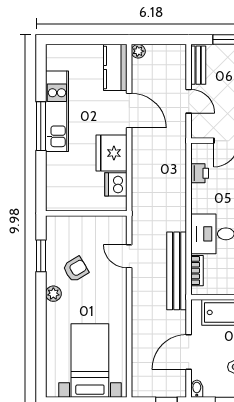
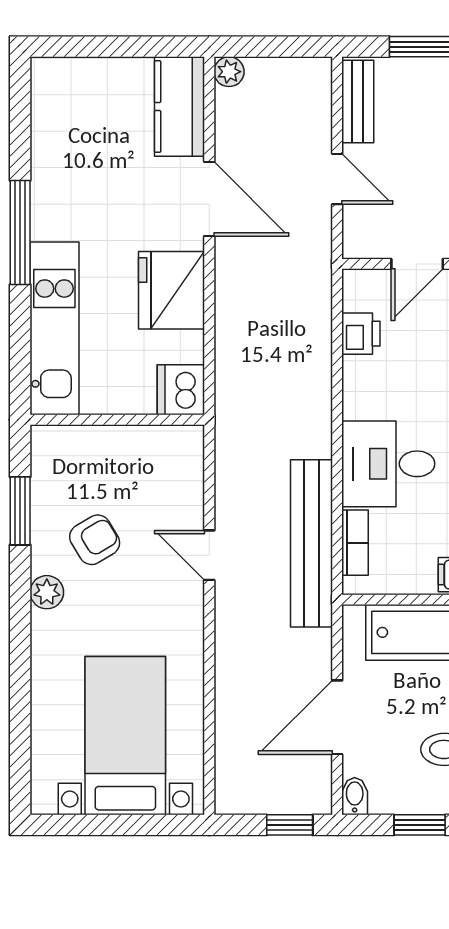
kitchen unit: (57, 111) -> (54, 328), moved
dishwasher: (116, 184) -> (181, 390), moved
door: (129, 256) -> (209, 555), moved

